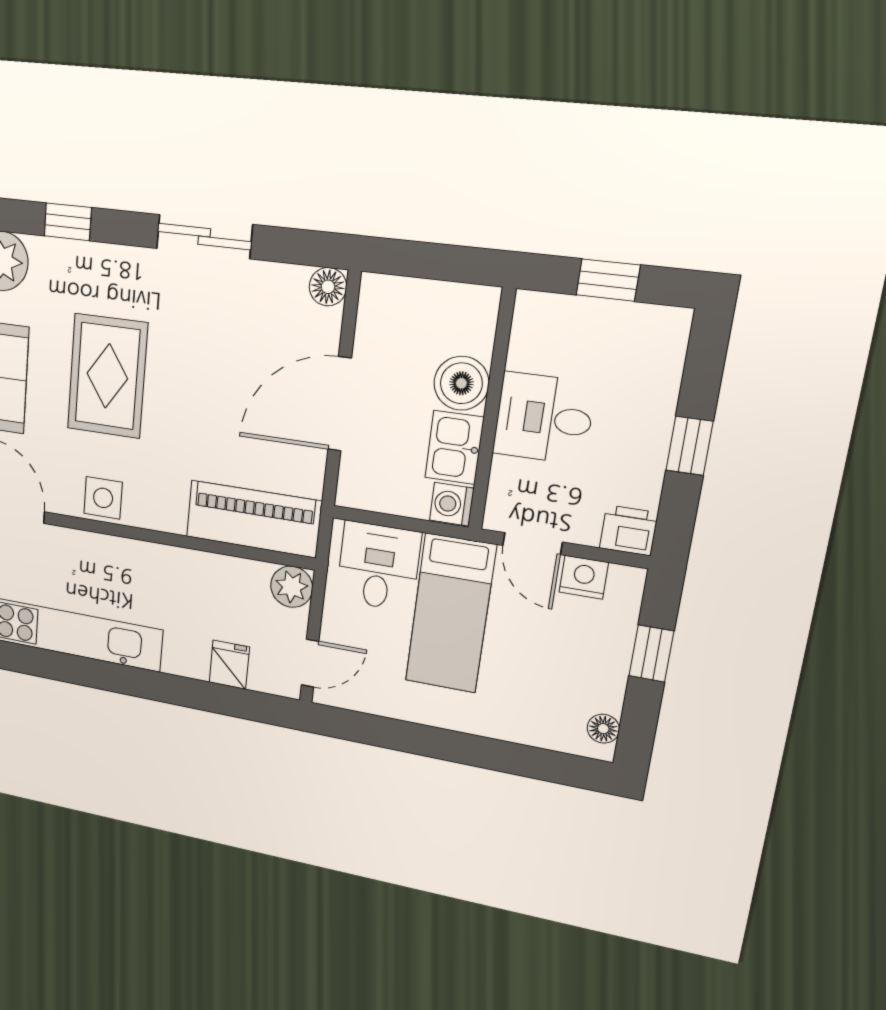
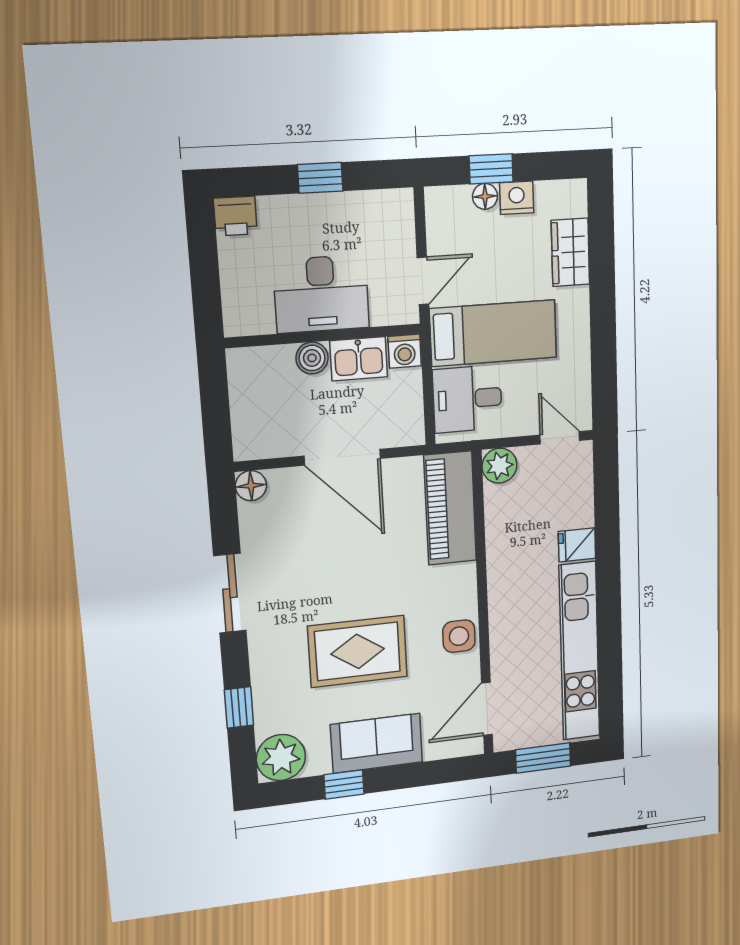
window: (608, 280) -> (204, 269), removed
boiler: (461, 383) -> (312, 358), width x0.73, depth x0.73
desk: (544, 418) -> (321, 294), width x1.37
printer: (629, 530) -> (235, 216), moved, turned -90
nightstand: (584, 577) -> (517, 198), moved, turned 90
fridge: (229, 665) -> (577, 545), moved
wardrobe: (528, 724) -> (570, 252), added
floor lamp: (603, 729) -> (485, 196), moved

